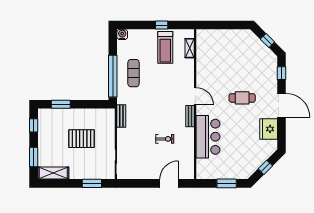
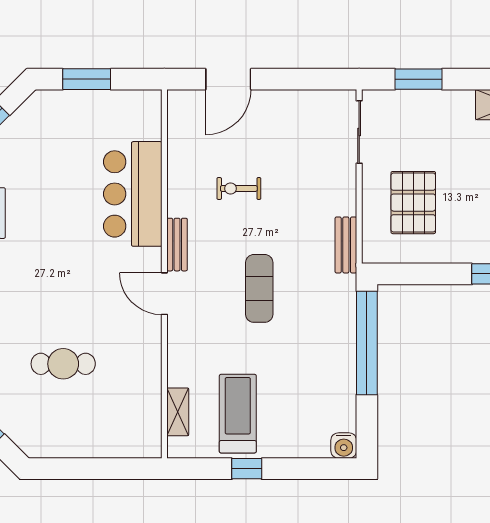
exercise mat: (134, 73) -> (259, 288), moved
cafe table: (242, 98) -> (63, 364), moved
pallet: (81, 139) -> (413, 203), moved, turned 90

